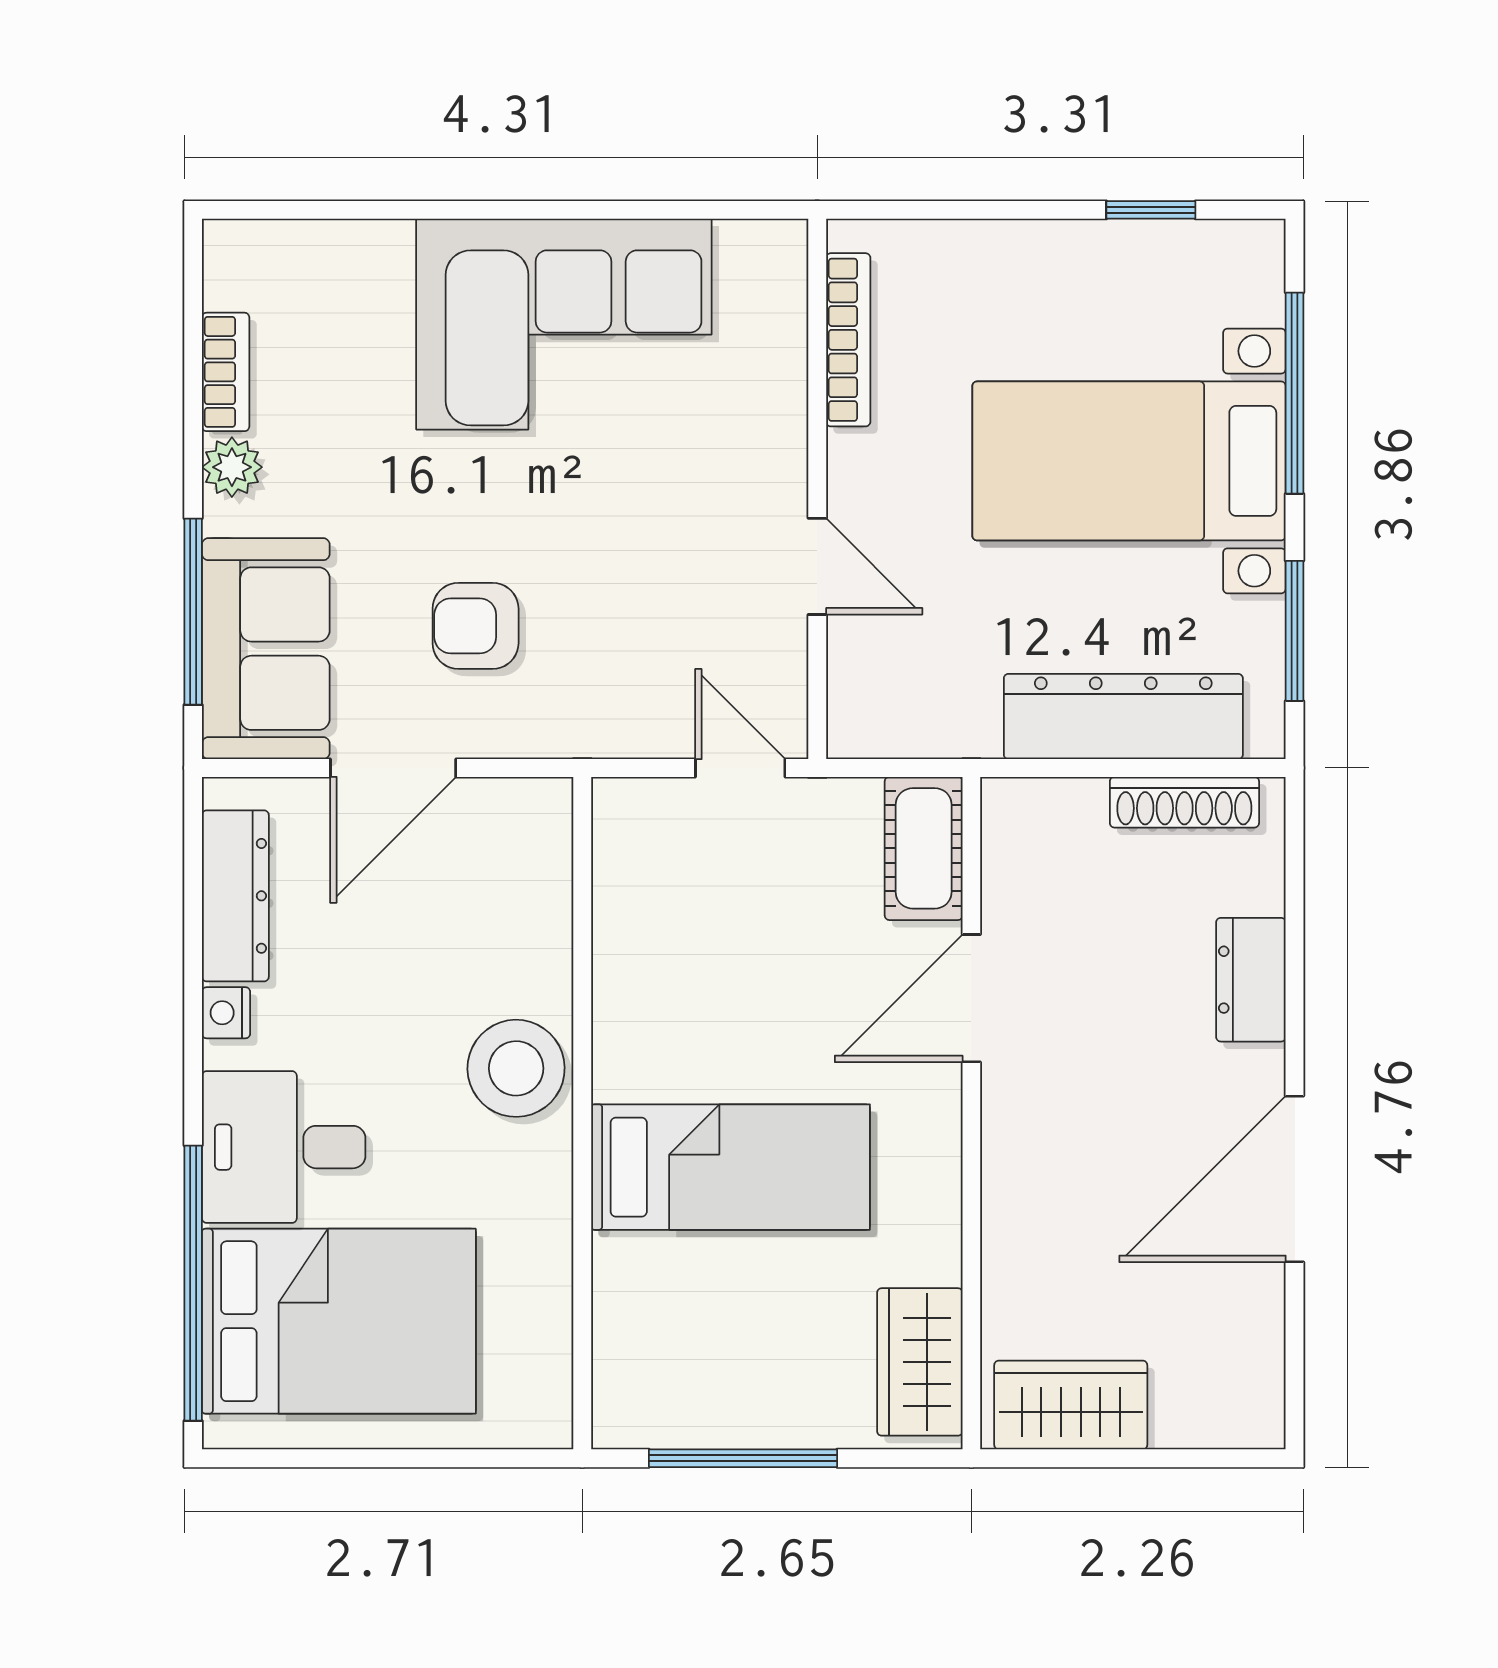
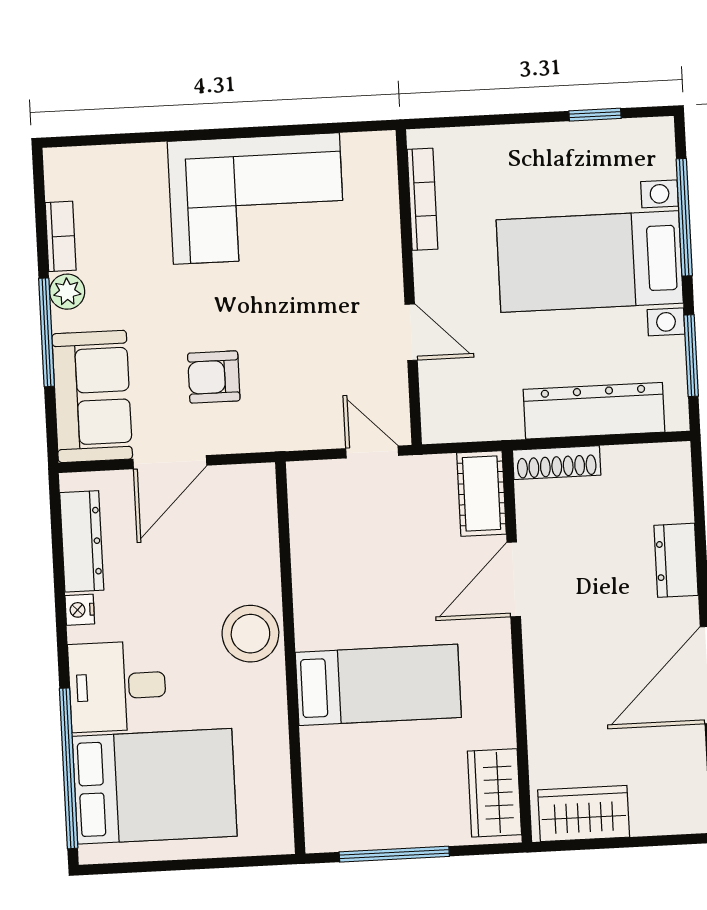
window: (193, 612) -> (46, 332), moved
shoe rack: (1184, 802) -> (557, 463), moved

